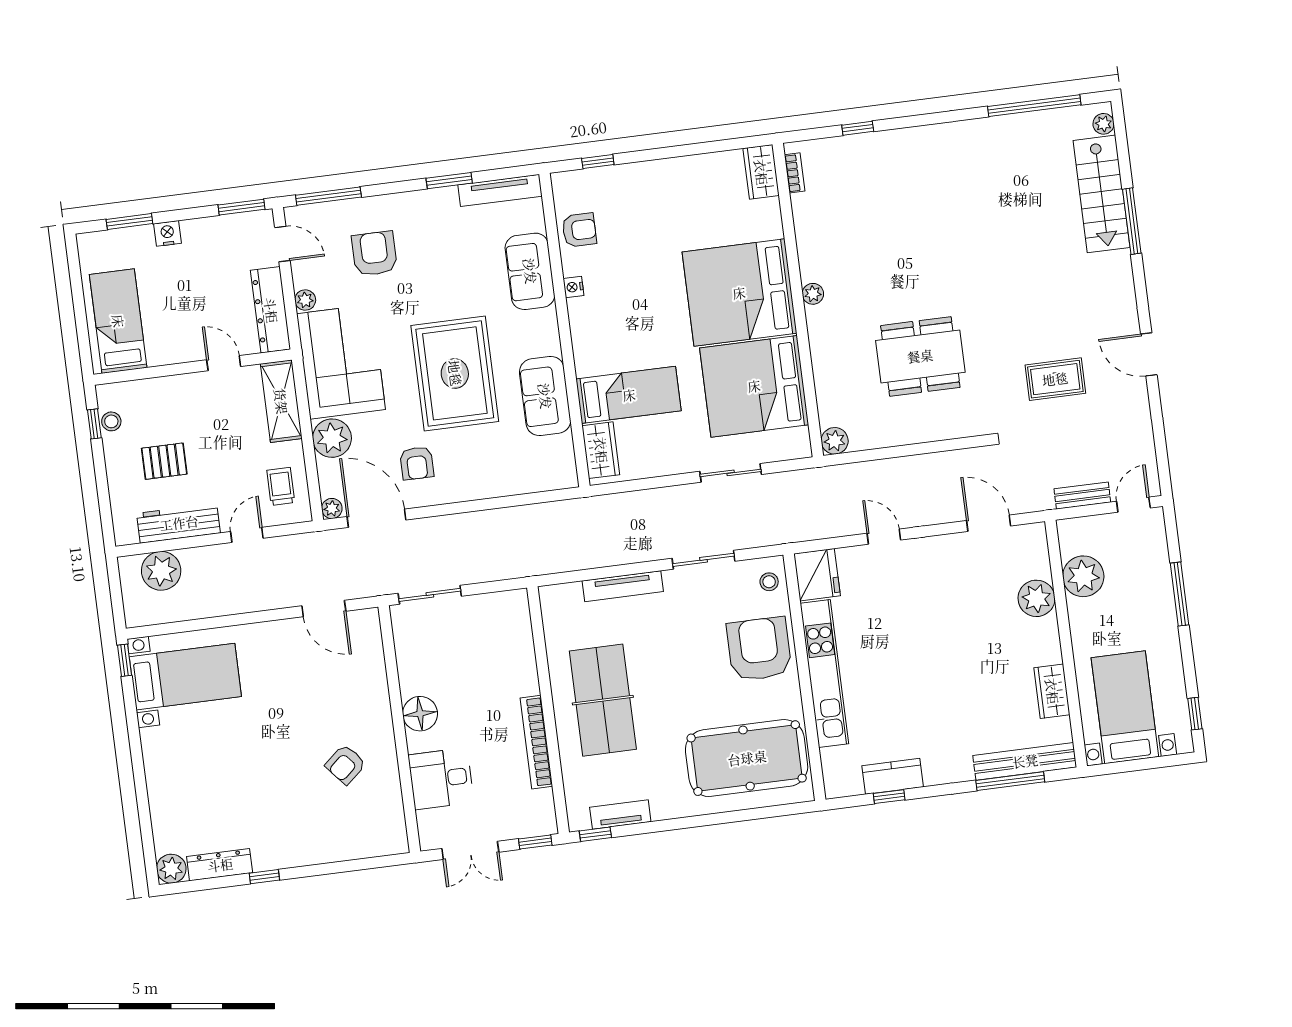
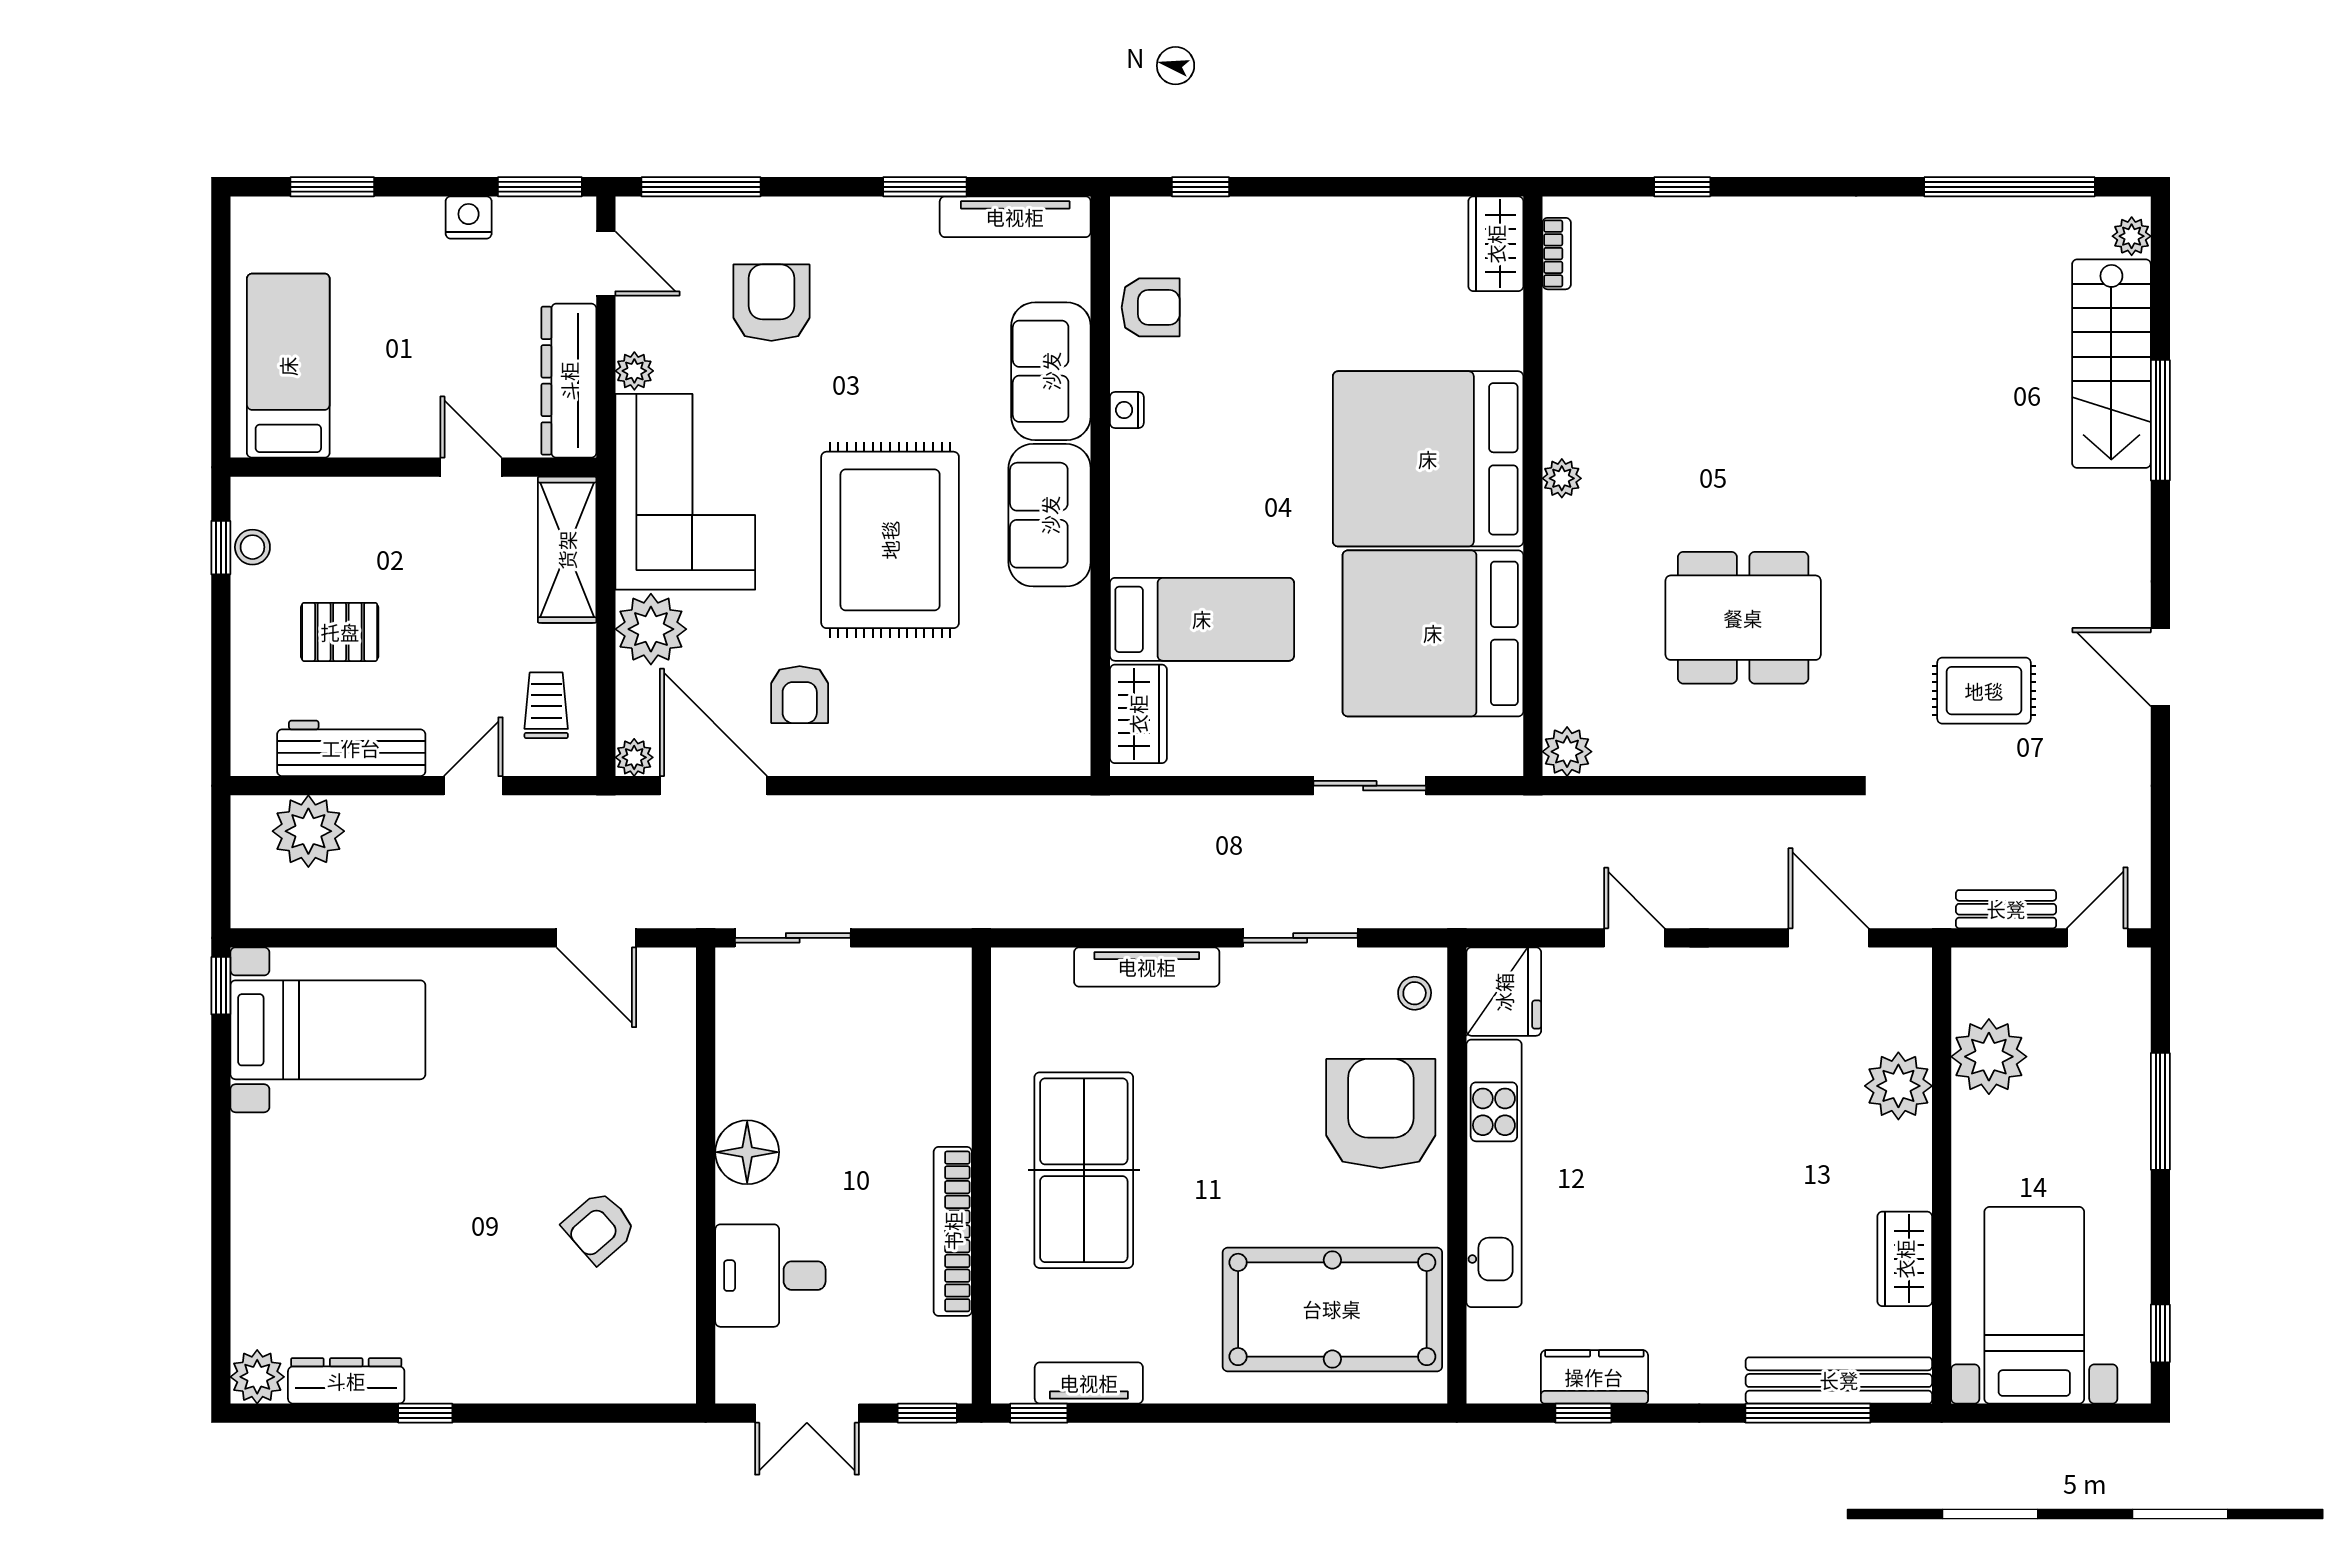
nightstand: (167, 233) -> (469, 217), moved
sofa: (545, 396) -> (1050, 515), moved

